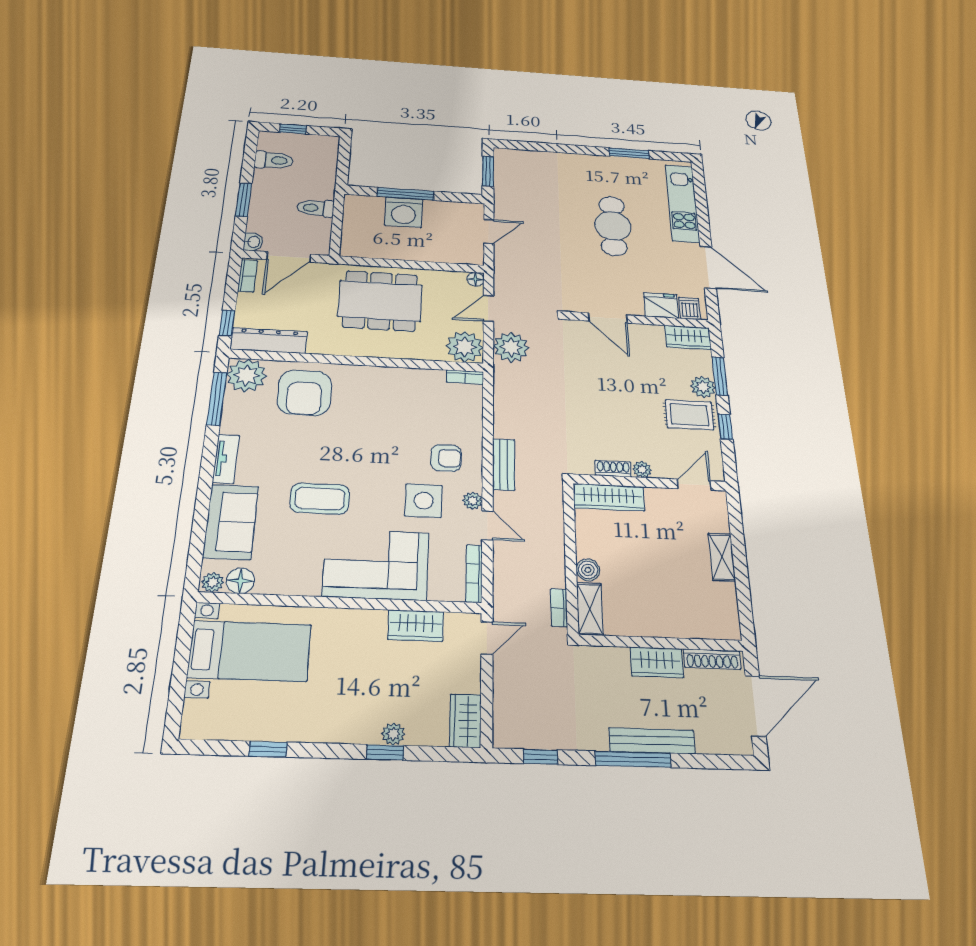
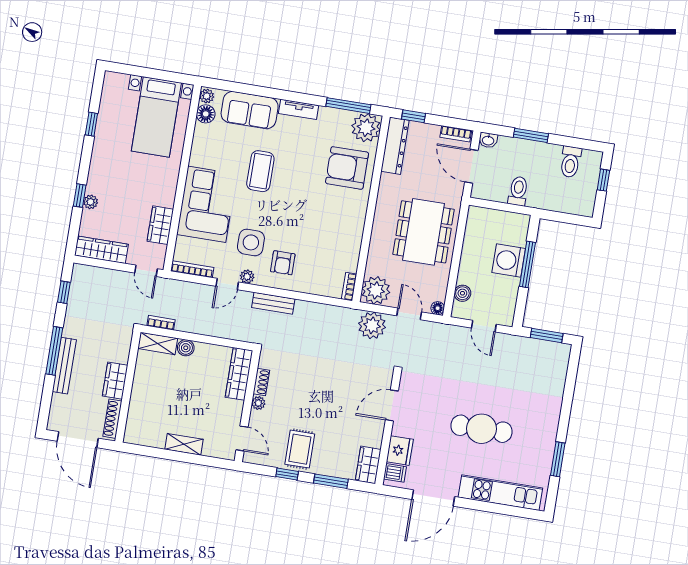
boiler: (452, 255) -> (462, 293), added
plant: (703, 387) -> (323, 466), removed
wardrobe: (465, 721) -> (101, 250), width x1.50

